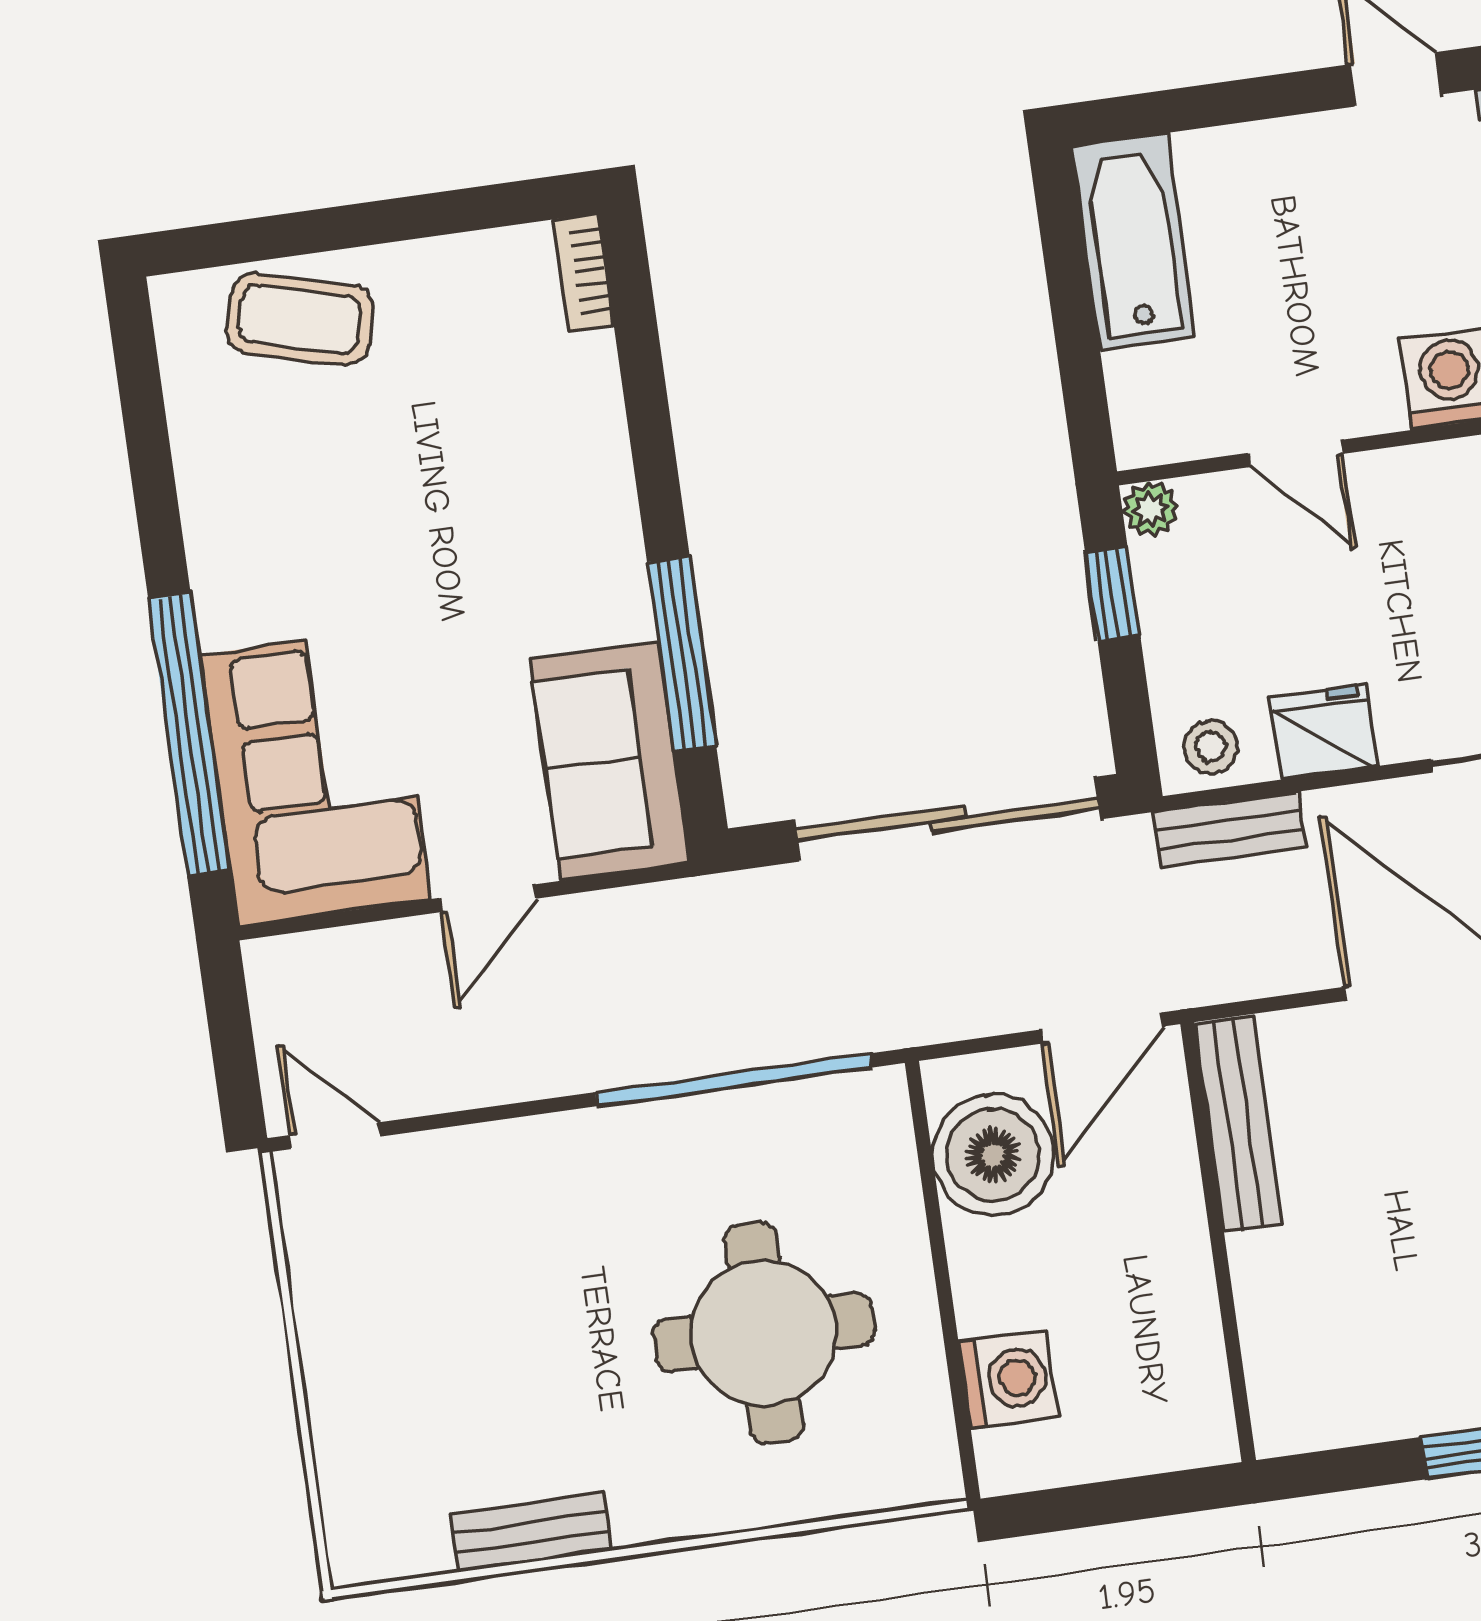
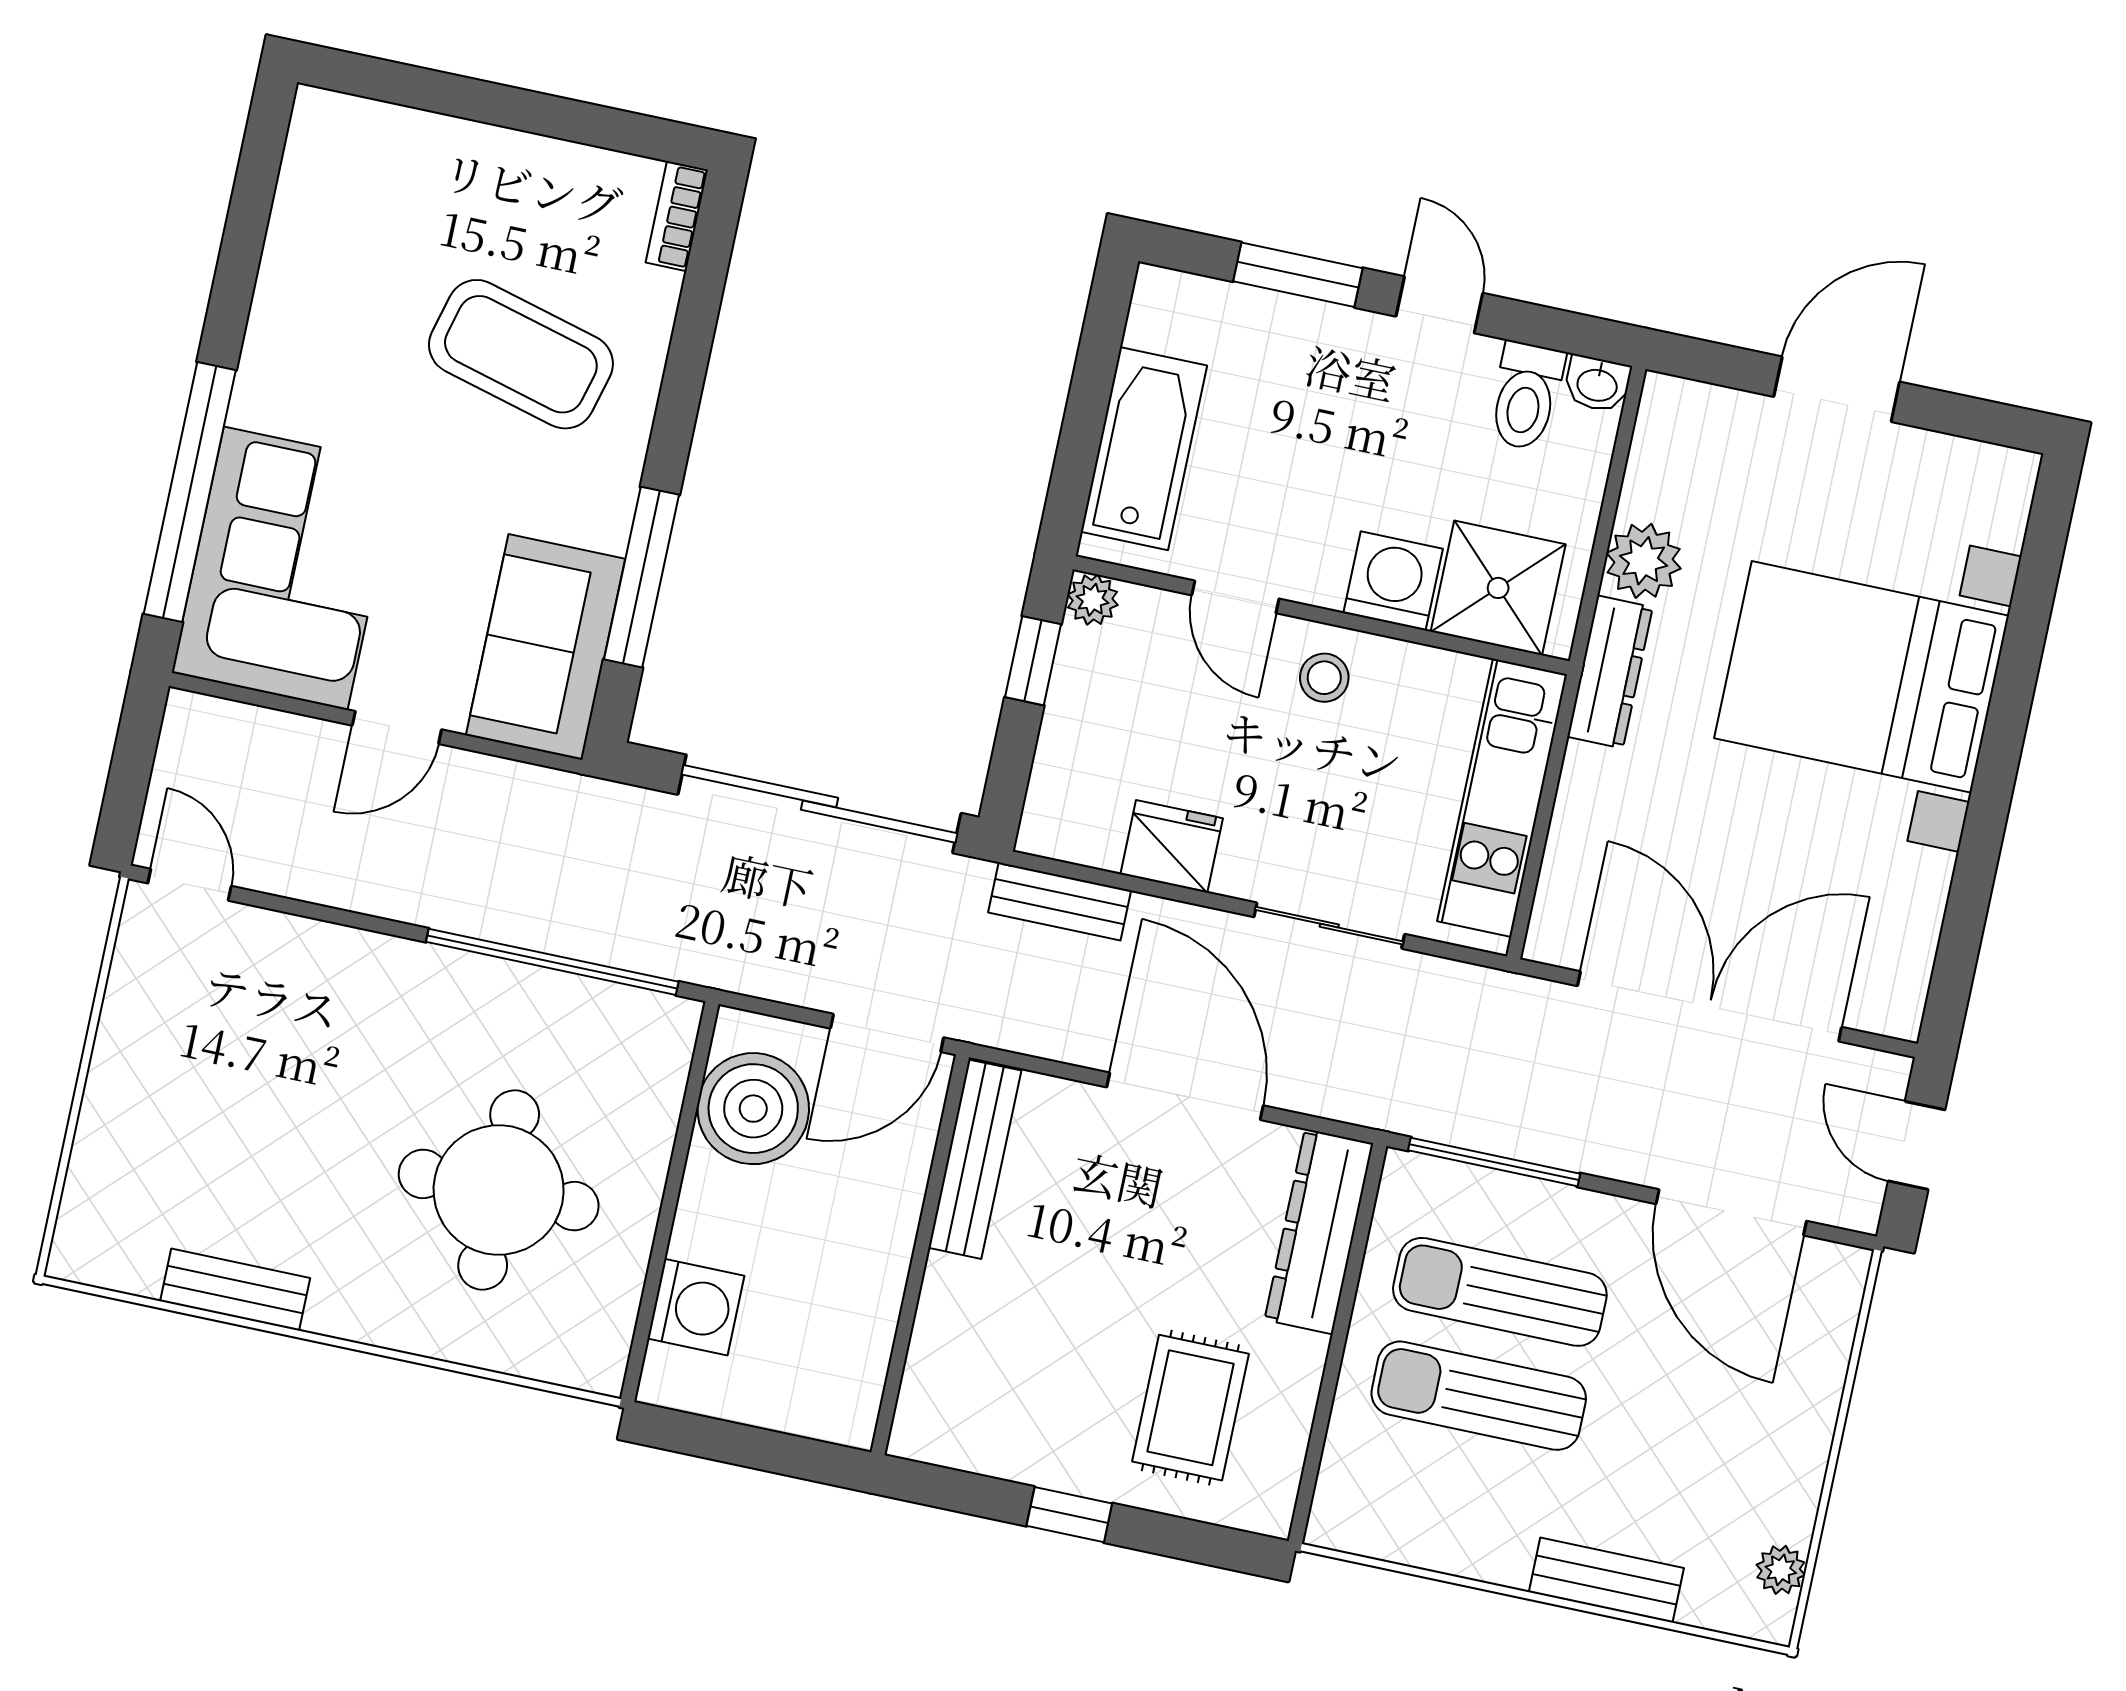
window: (1239, 101) -> (1298, 275), added
bathtub: (1134, 242) -> (1144, 449), moved
coffee table: (300, 319) -> (521, 354), moved, width x1.36, depth x1.32
stool: (1211, 747) -> (1324, 678), moved

